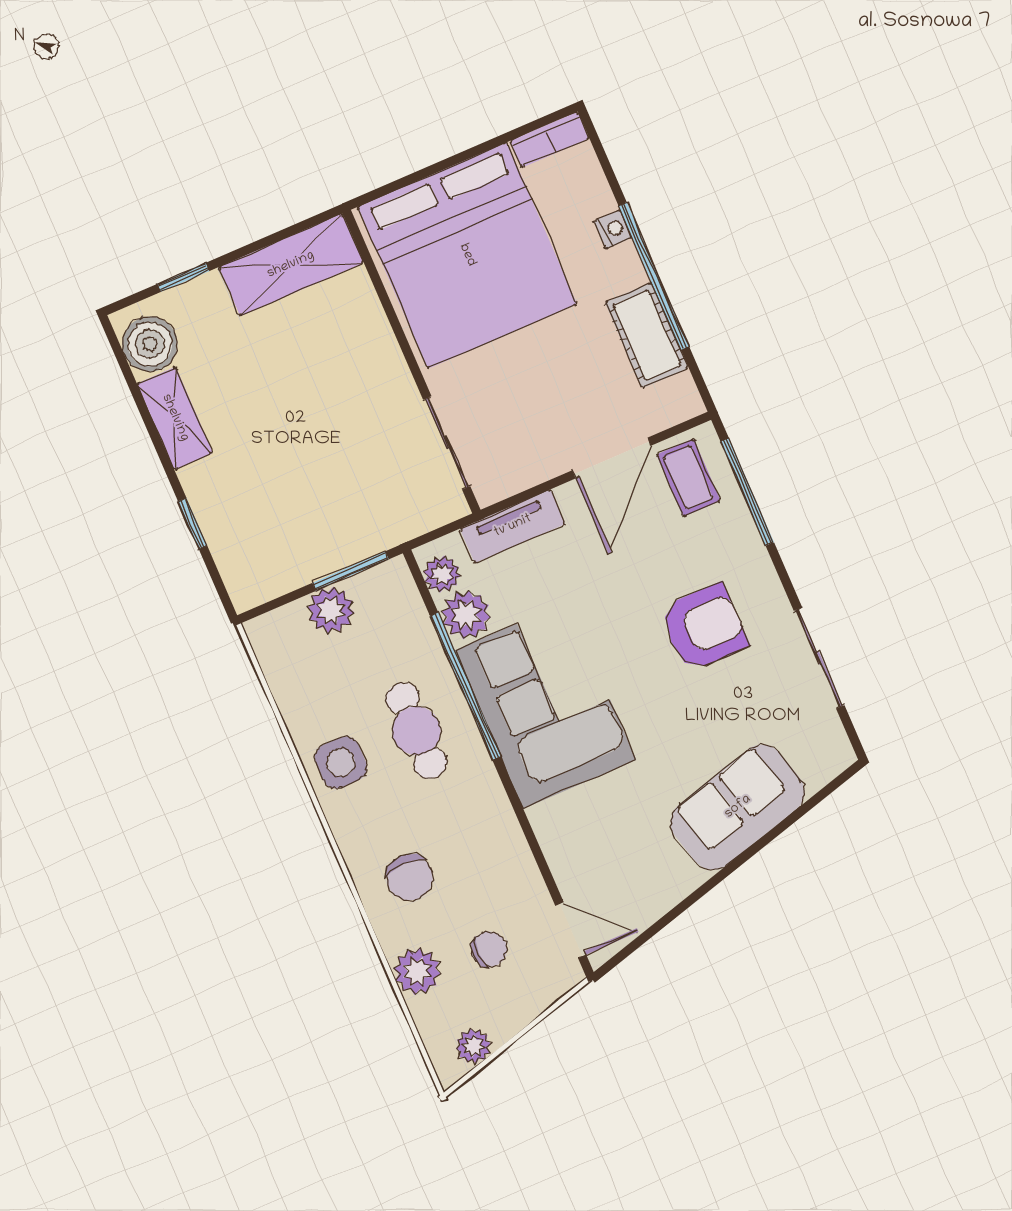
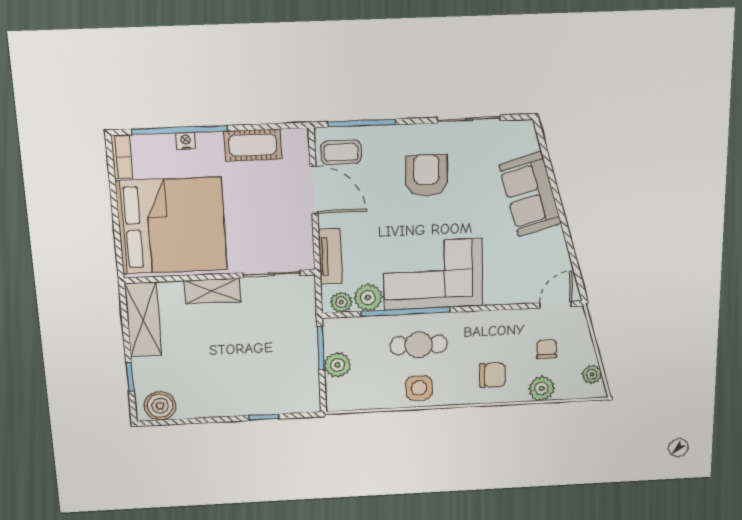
window: (654, 276) -> (179, 130), moved
shelving: (175, 418) -> (212, 291), moved

